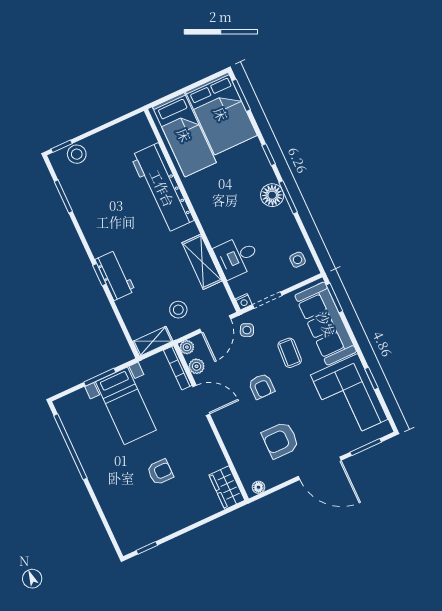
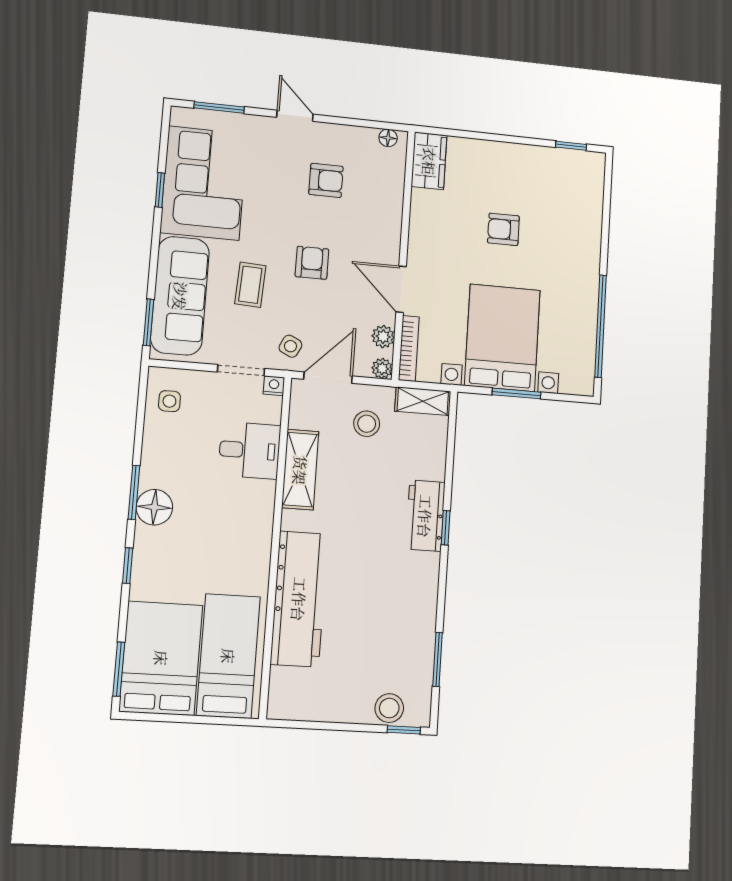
bed with nightstands: (126, 406) -> (502, 338), width x1.36
armchair: (280, 440) -> (326, 180), width x0.72, depth x0.72
door: (320, 468) -> (295, 116), width x0.53

